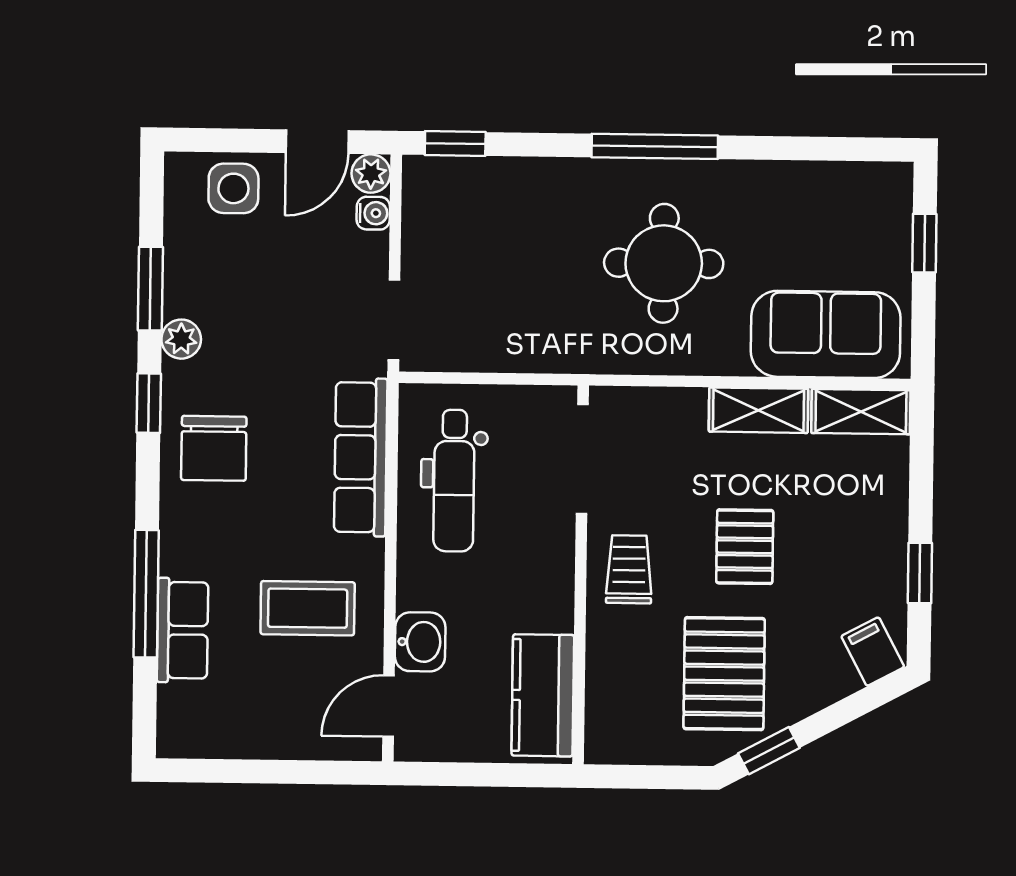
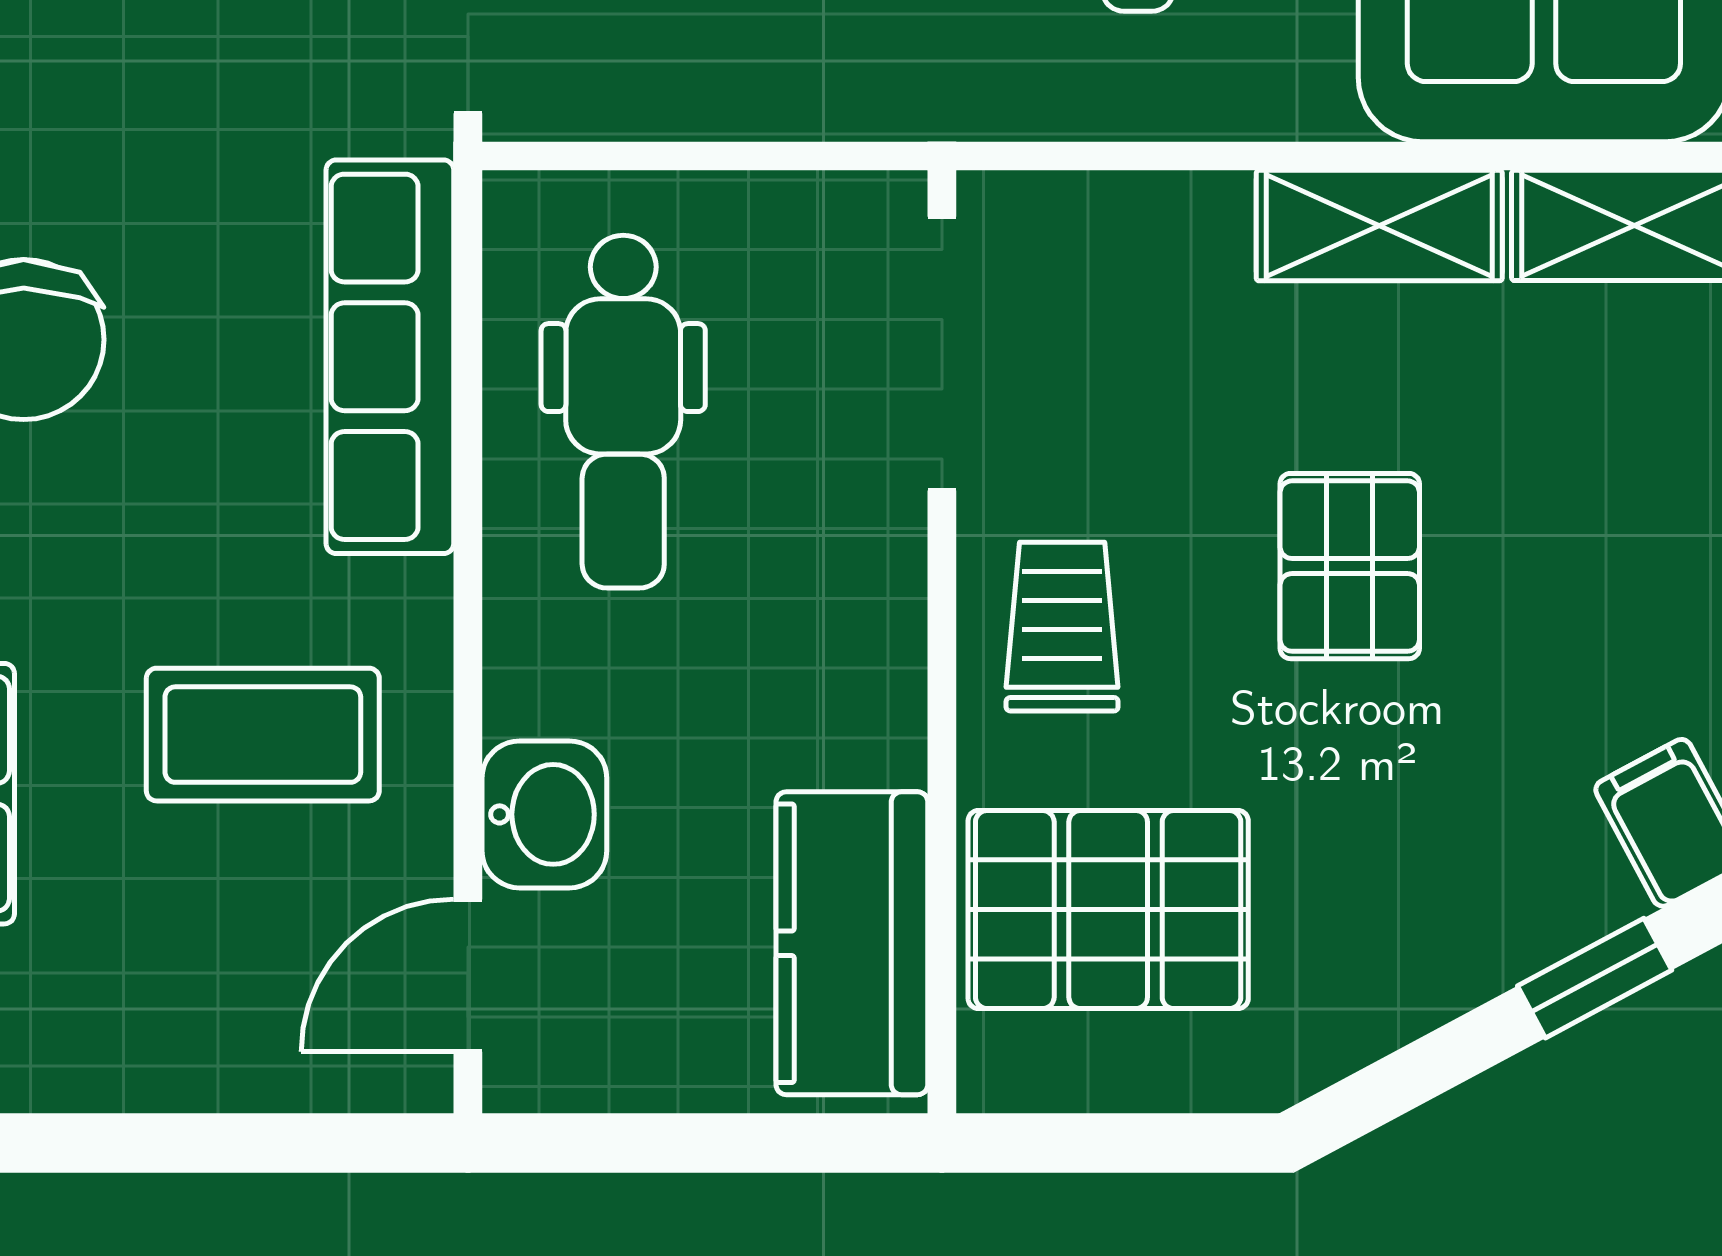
pallet: (724, 674) -> (1108, 910), moved, turned 90
window: (769, 751) -> (1595, 978), moved

